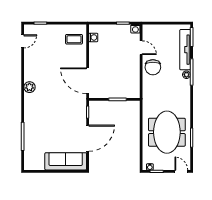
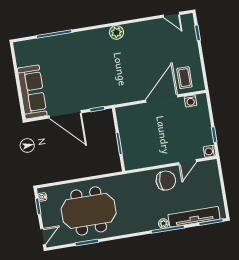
chair: (153, 67) -> (166, 181), turned 180
door: (88, 81) -> (162, 99), moved

